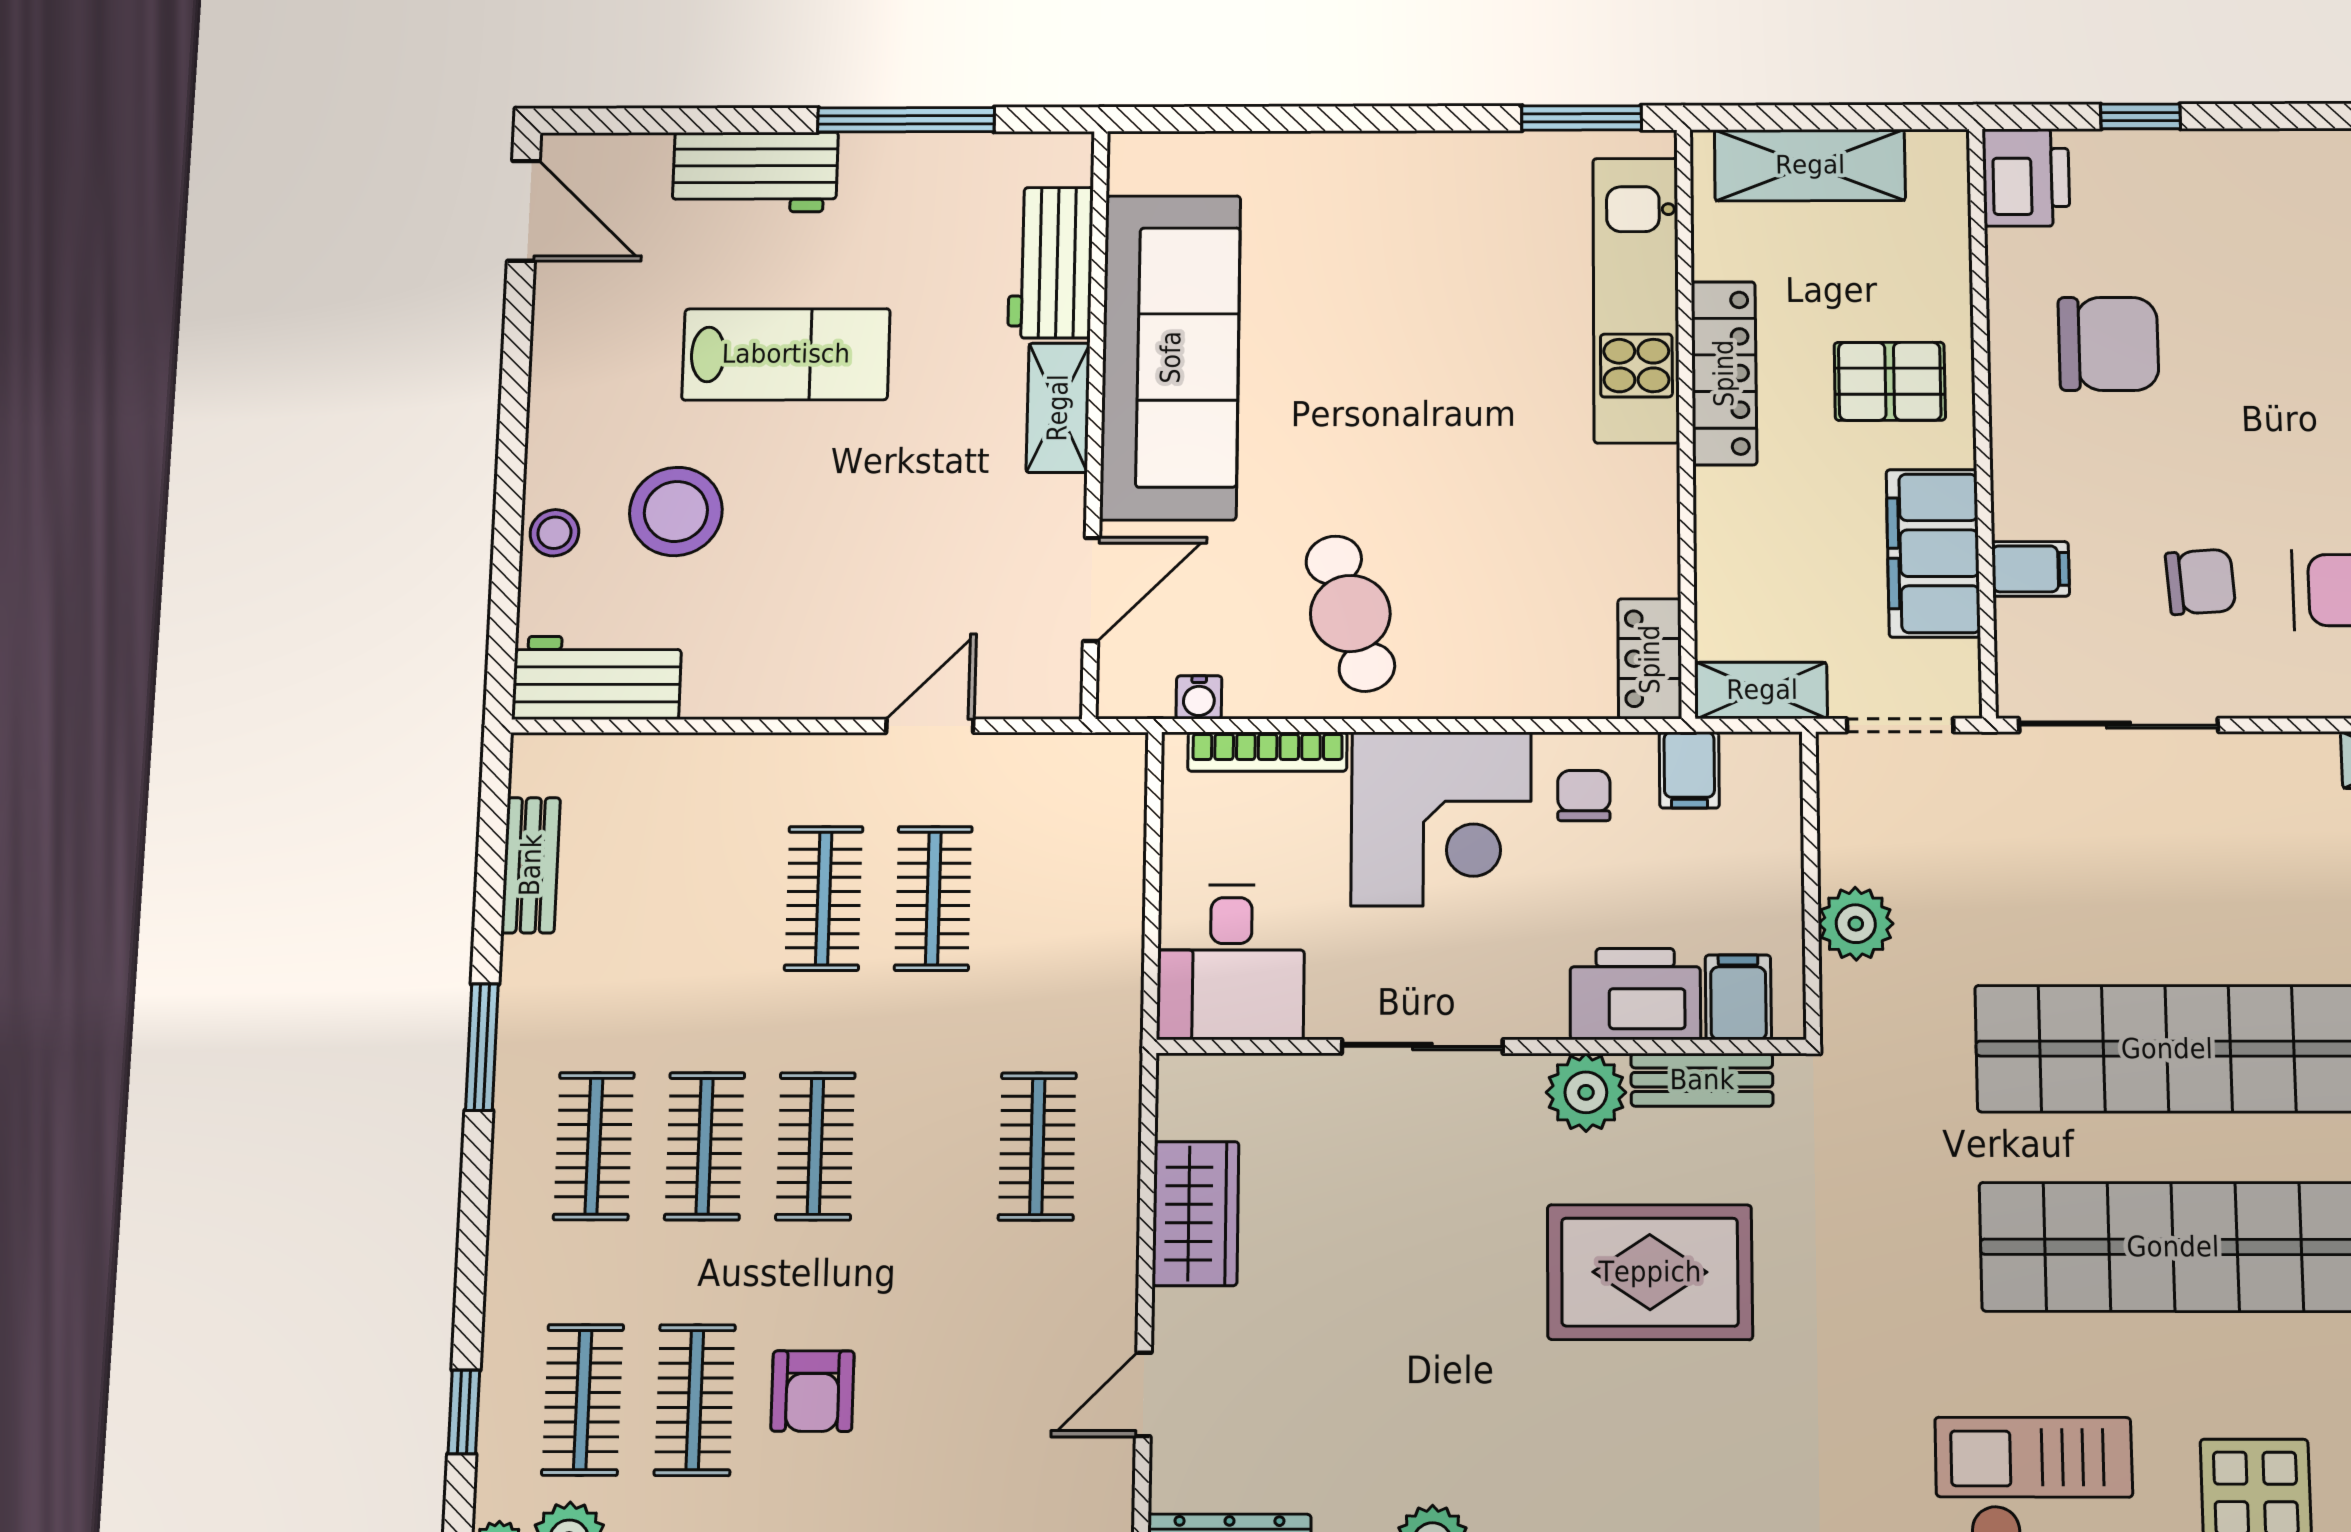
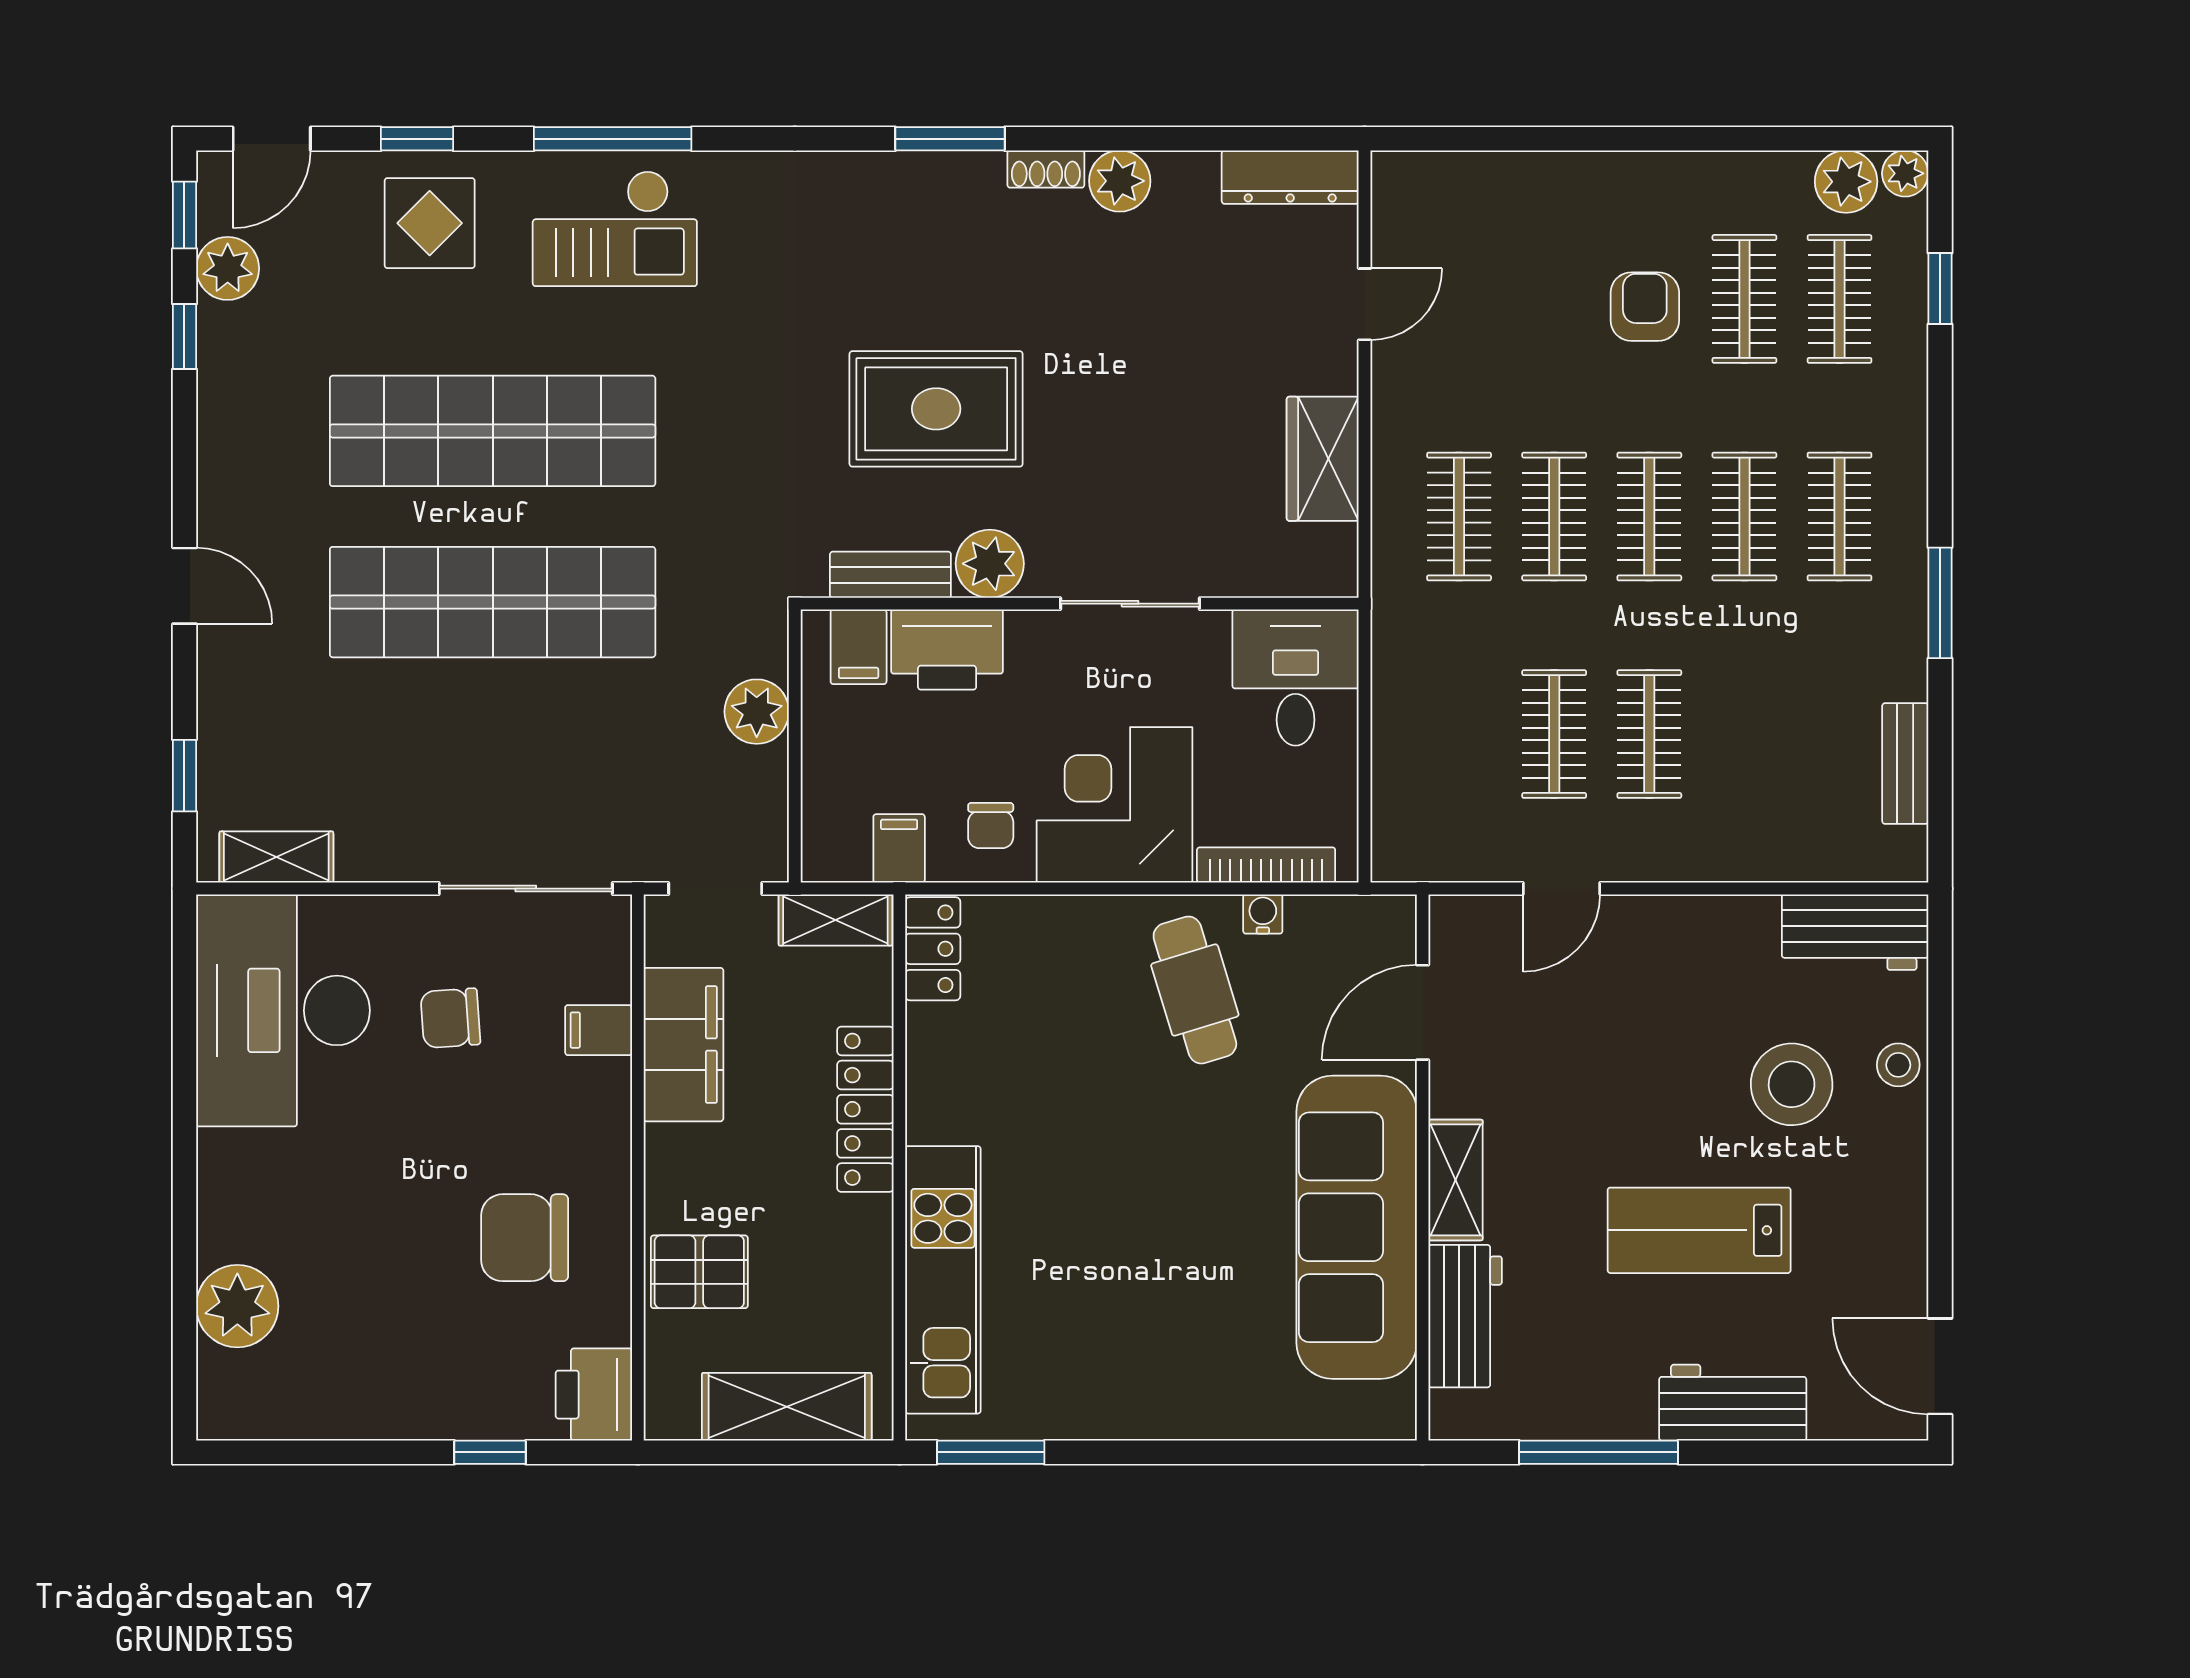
locker: (1724, 373) -> (865, 1109), moved
pallet: (1890, 381) -> (699, 1272), moved
water cooler: (1199, 697) -> (1263, 914), moved
clothes rail: (926, 1146) -> (1554, 516), added

